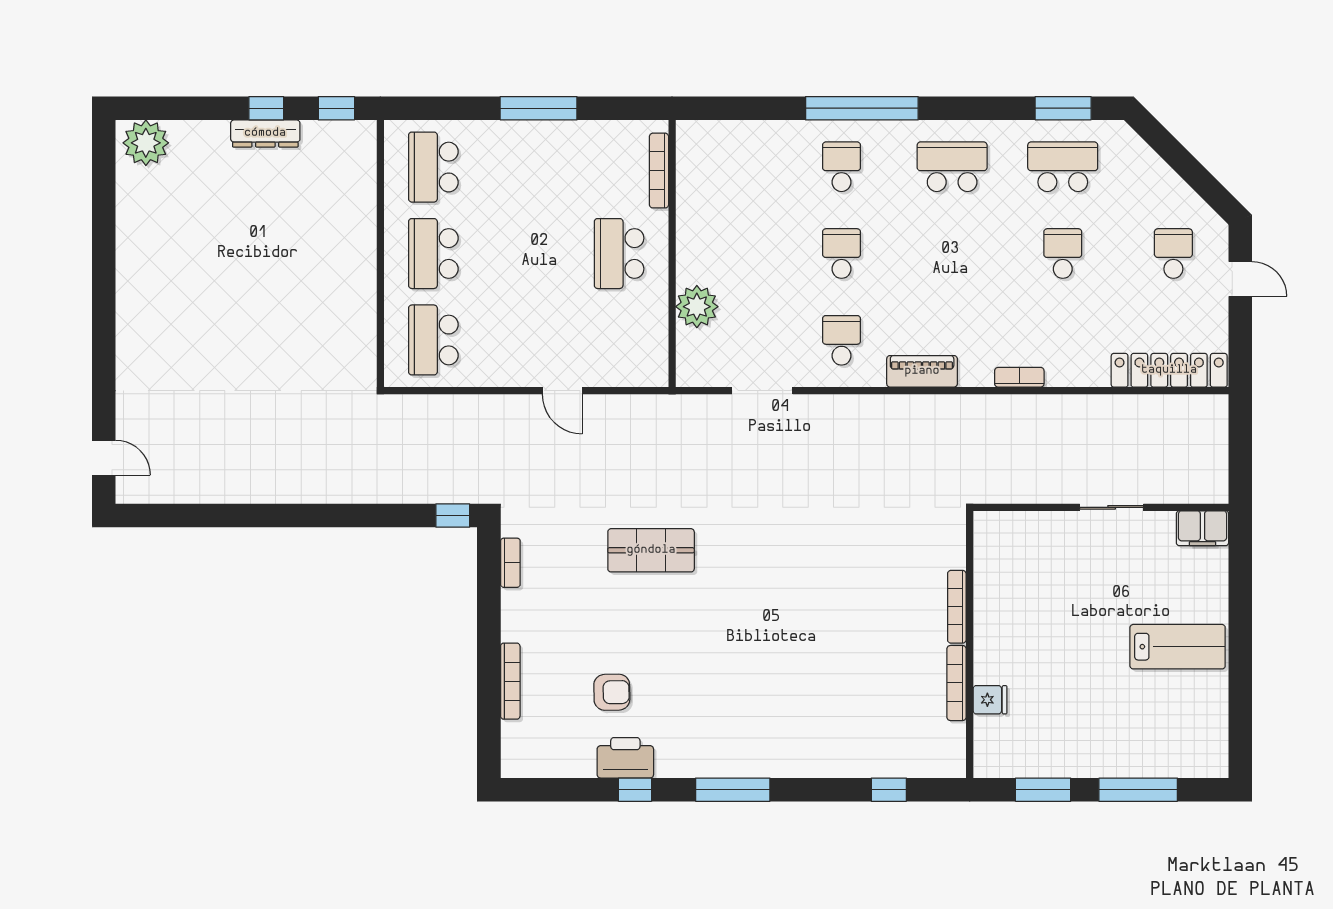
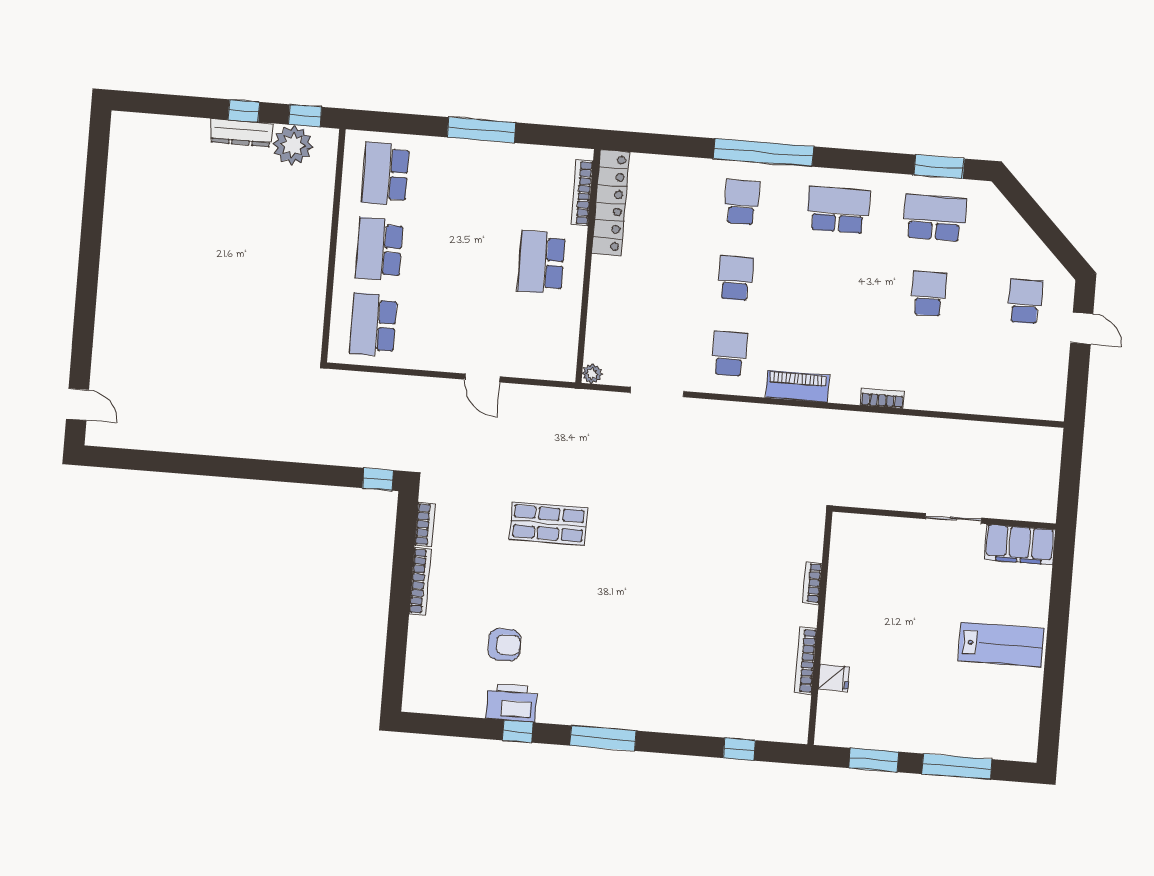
plant: (146, 143) -> (293, 145), moved
plant: (697, 307) -> (592, 374), moved, width x0.53, depth x0.53
locker: (1169, 370) -> (611, 203), moved, turned 90
filing cabinet: (1202, 528) -> (1020, 545), width x1.50, depth x1.17
bookcase: (957, 607) -> (812, 583), width x0.64
bookcase: (510, 681) -> (420, 581), moved

